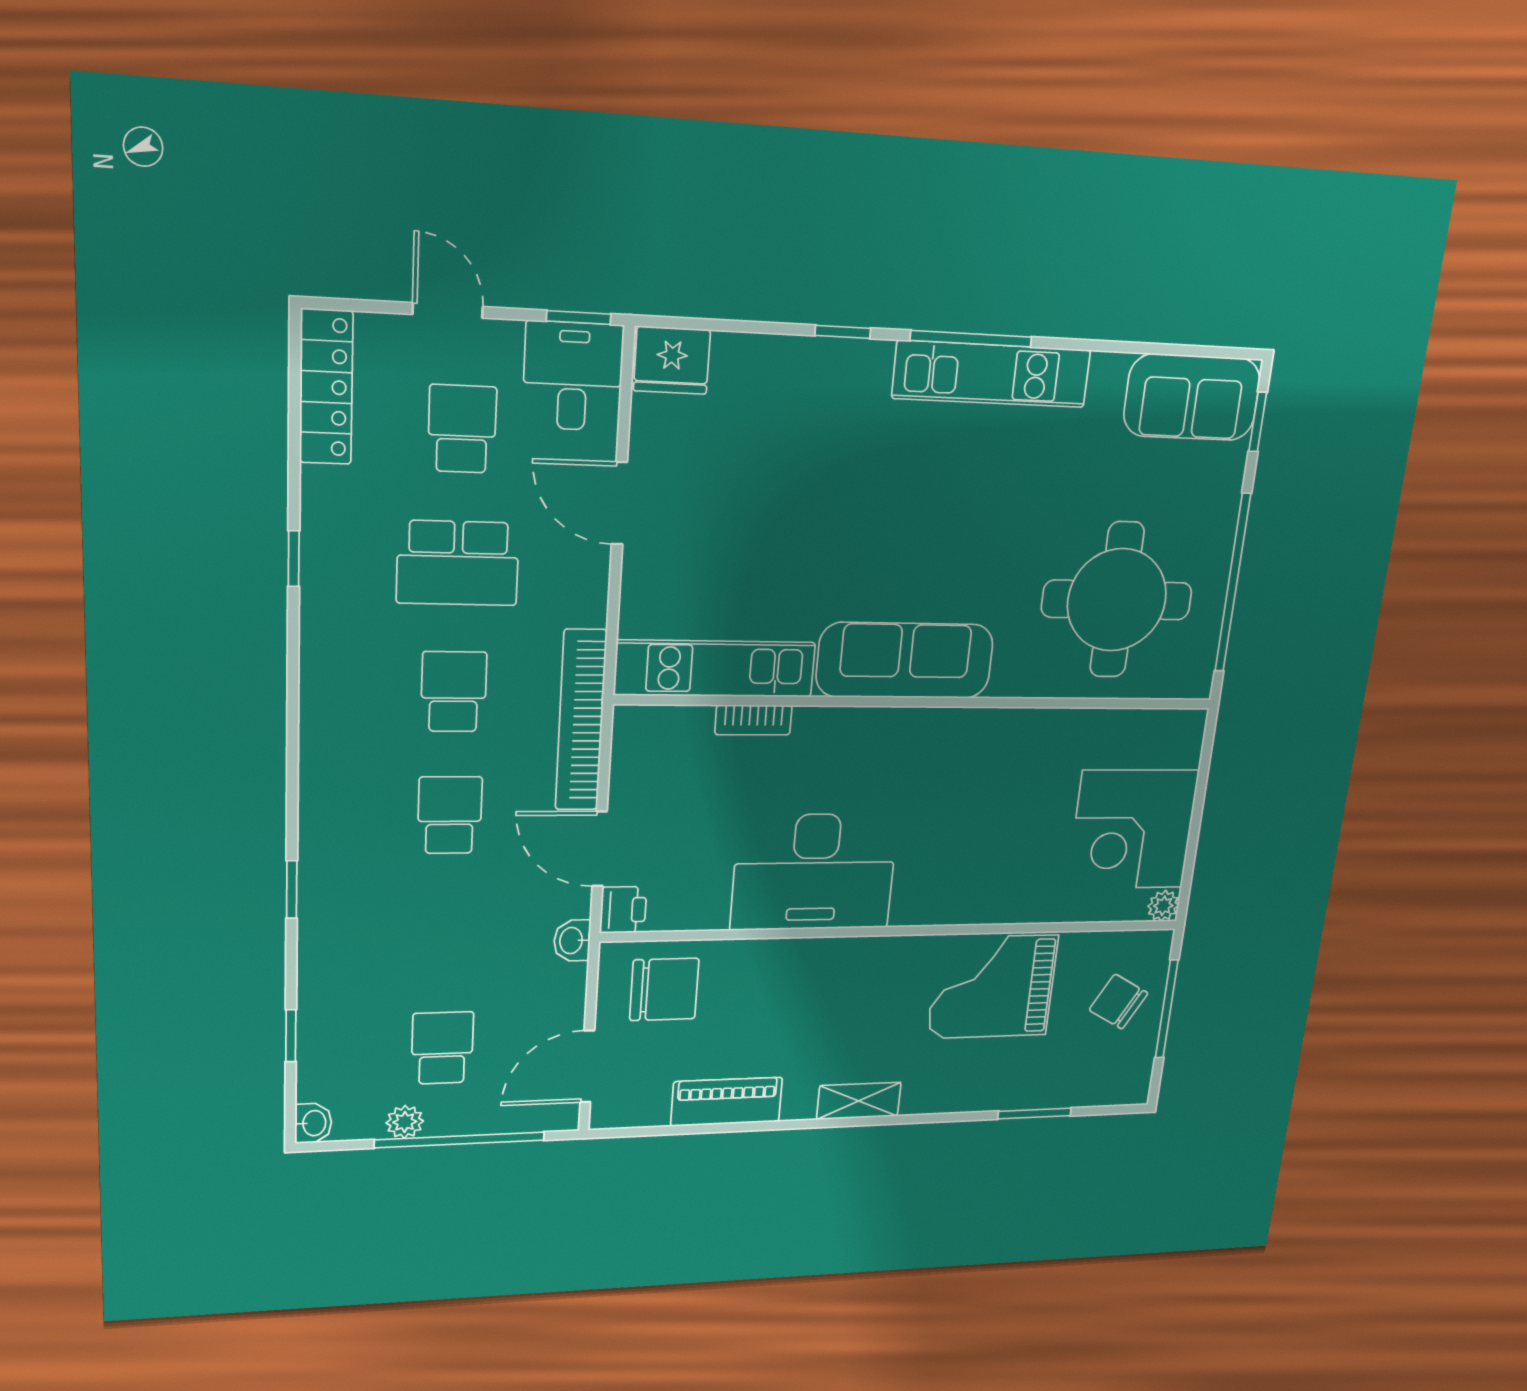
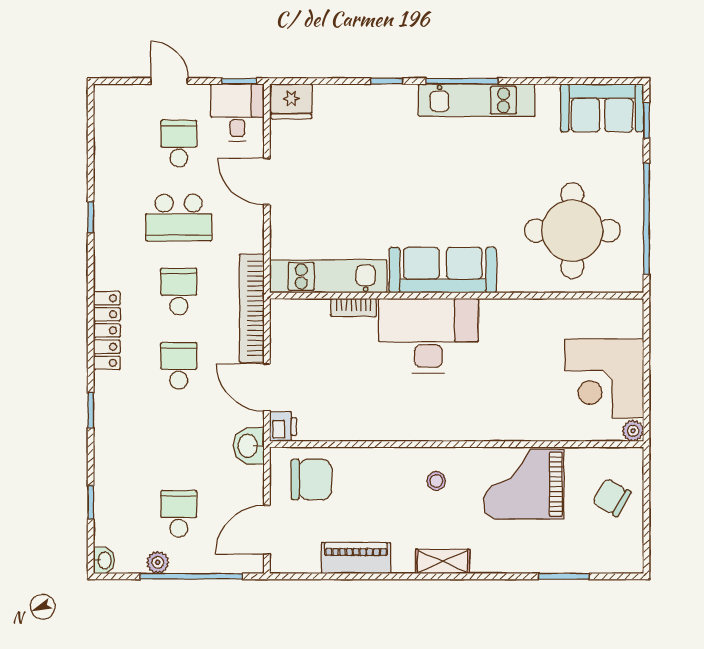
locker: (326, 387) -> (107, 330), moved
desk: (814, 872) -> (428, 336), moved, turned 180
washbasin: (572, 941) -> (249, 446), width x1.38, depth x1.45
stool: (861, 986) -> (436, 481), added
window: (1167, 1009) -> (646, 504), removed

